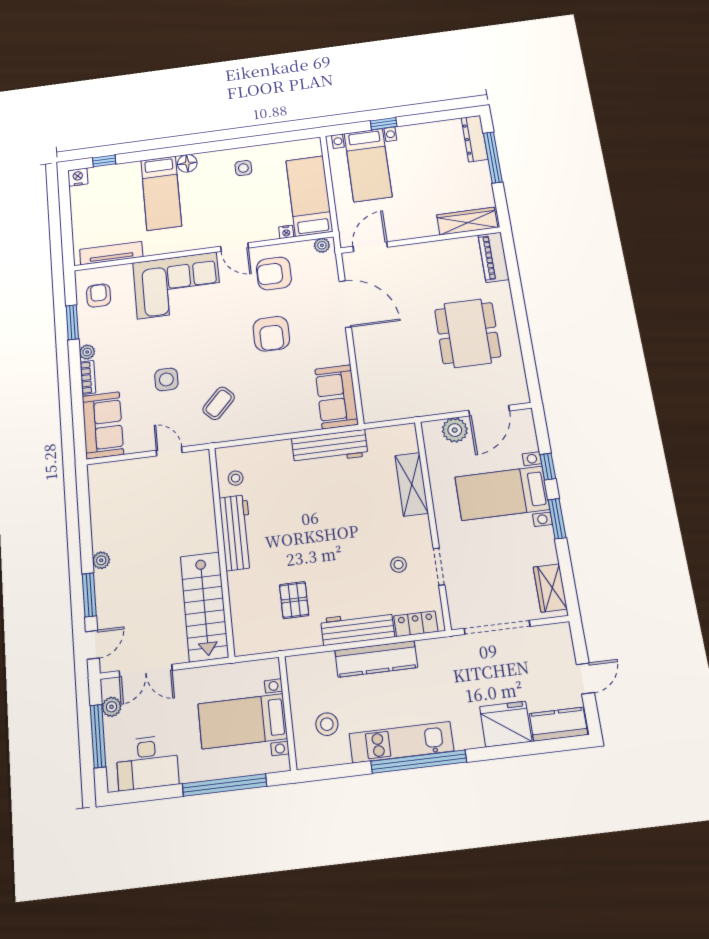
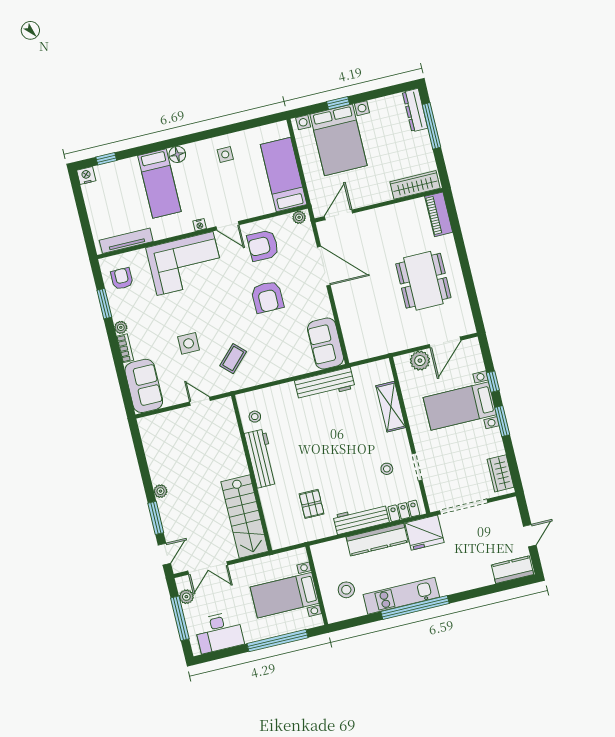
bed with nightstands: (368, 165) -> (338, 140), width x1.36
nightstand: (286, 232) -> (200, 225), moved
fridge: (506, 724) -> (424, 533), moved, turned 180

